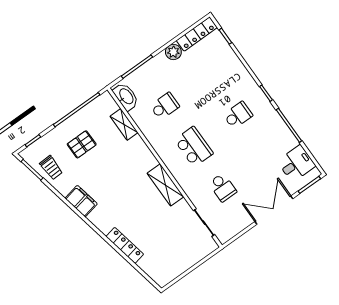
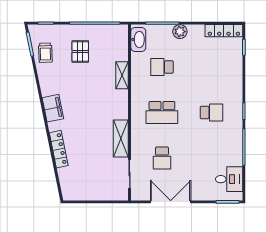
plant: (173, 52) -> (180, 32), moved
school desk: (165, 106) -> (162, 67), turned 180
shelving: (124, 124) -> (122, 75), moved
pallet: (82, 144) -> (80, 52), turned 90
school desk: (194, 147) -> (162, 112), turned 90
shelving: (165, 185) -> (121, 139), moved
filing cabinet: (81, 201) -> (53, 108), moved
double door: (274, 210) -> (171, 202), moved

